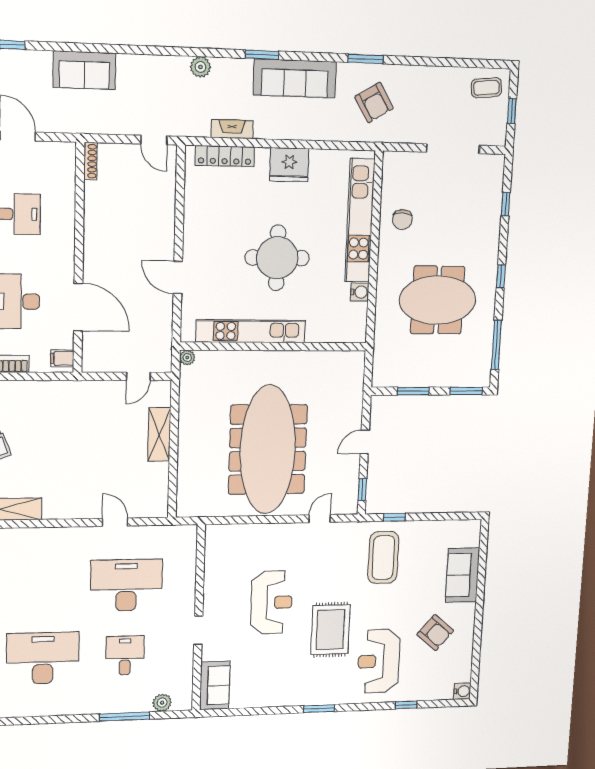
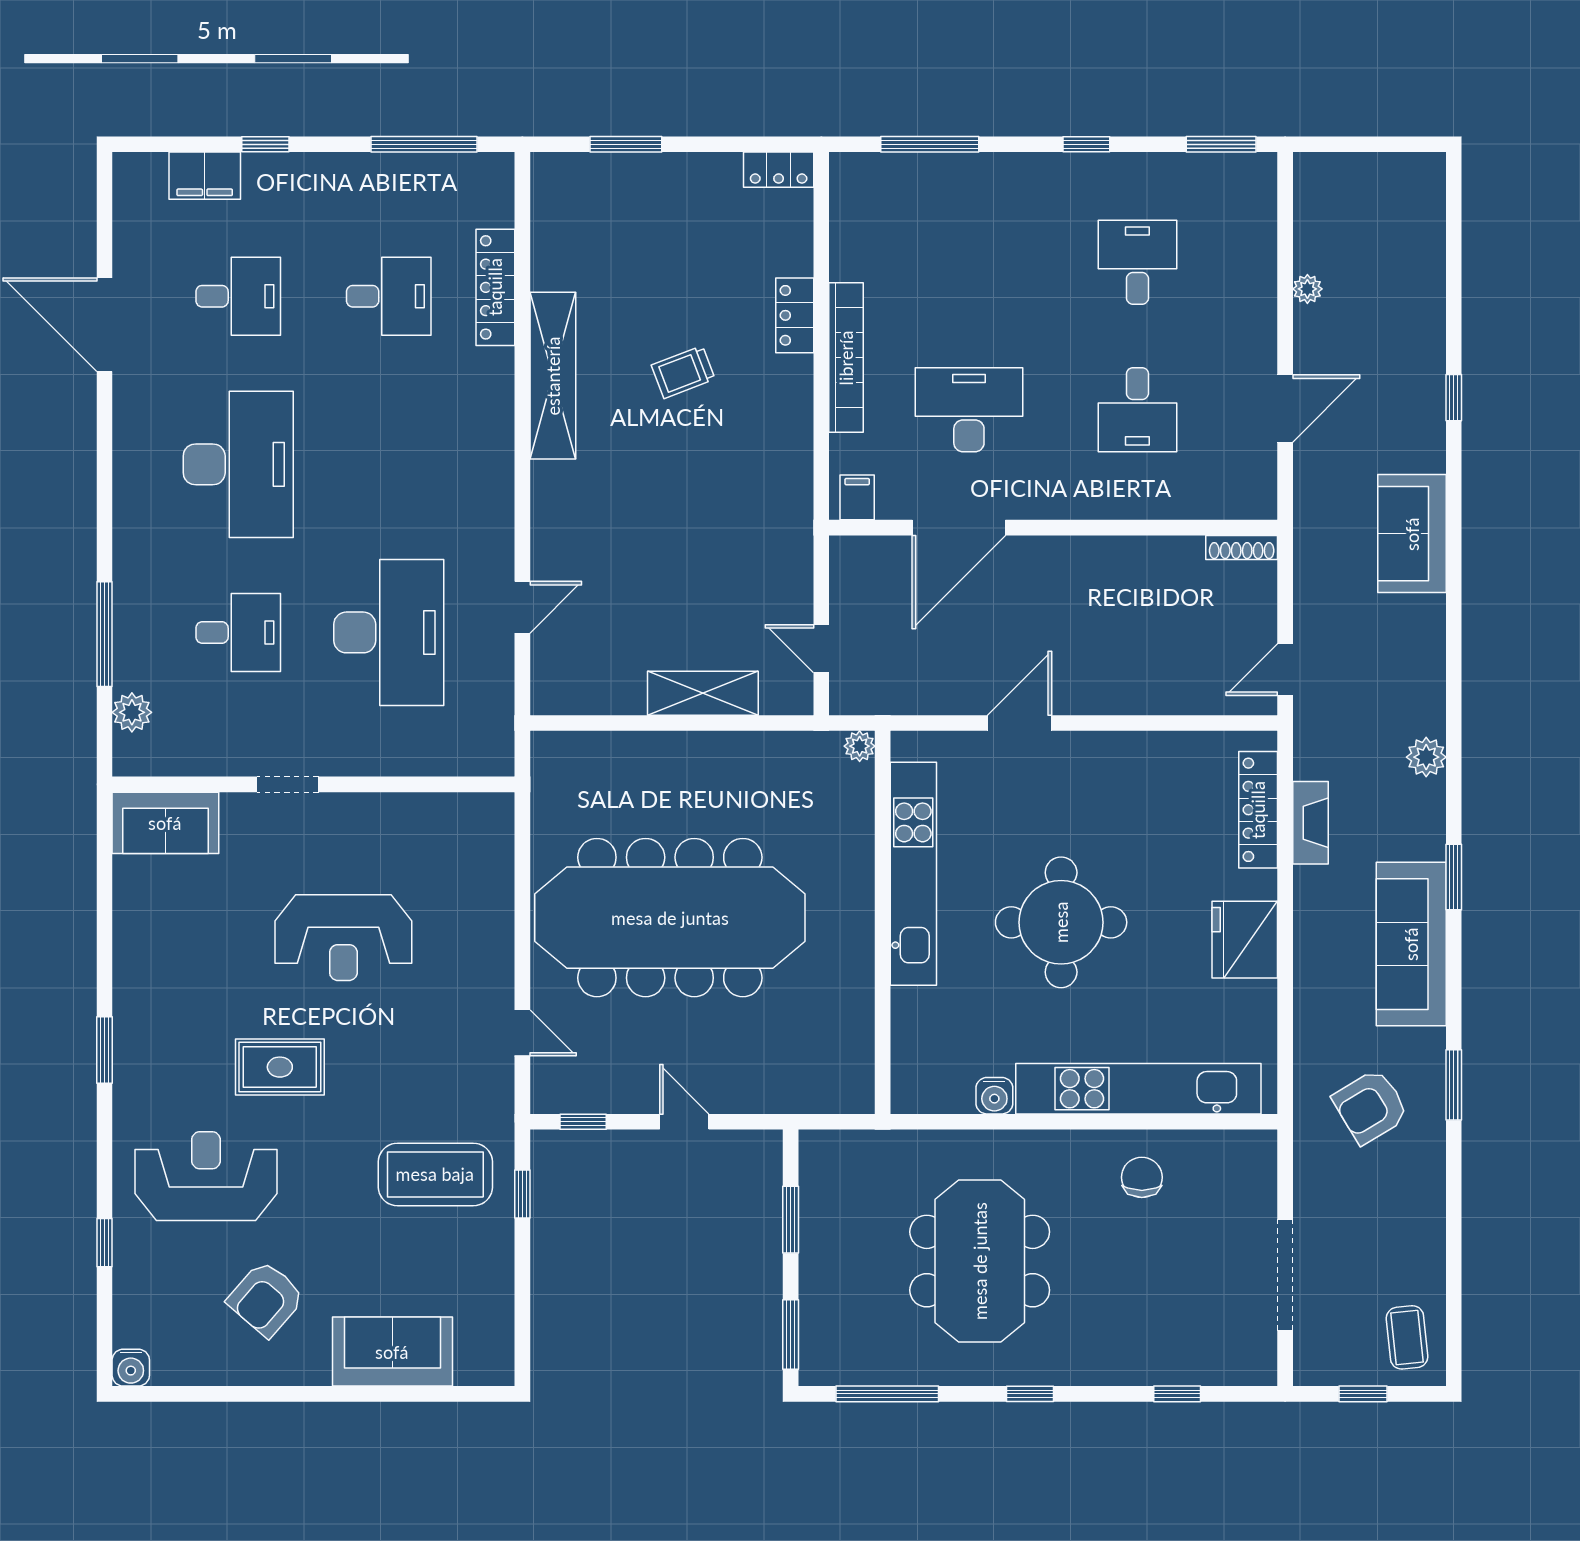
chair: (402, 220) -> (1142, 1177), turned 90
rug: (330, 630) -> (280, 1067), width x0.73, depth x0.70

